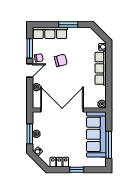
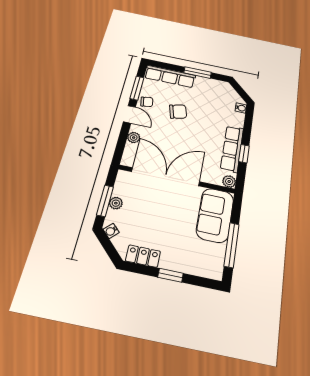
row of seats: (101, 68) -> (232, 149), moved
door: (30, 70) -> (129, 114), hinge flipped
window: (109, 82) -> (244, 154), added
sofa: (96, 134) -> (215, 215), width x0.73

